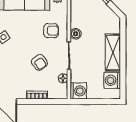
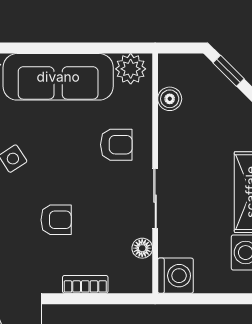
boiler: (76, 34) -> (170, 99), moved
armchair: (39, 62) -> (56, 220), moved, turned -54

